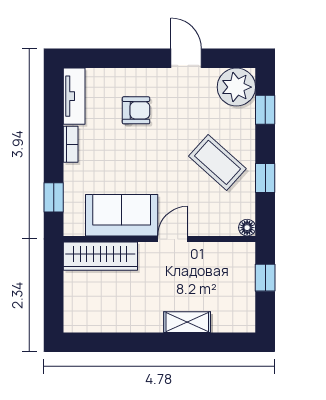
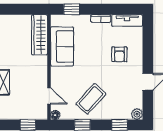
plant: (236, 87) -> (137, 114), width x0.53, depth x0.53
door: (173, 239) -> (49, 96), moved

